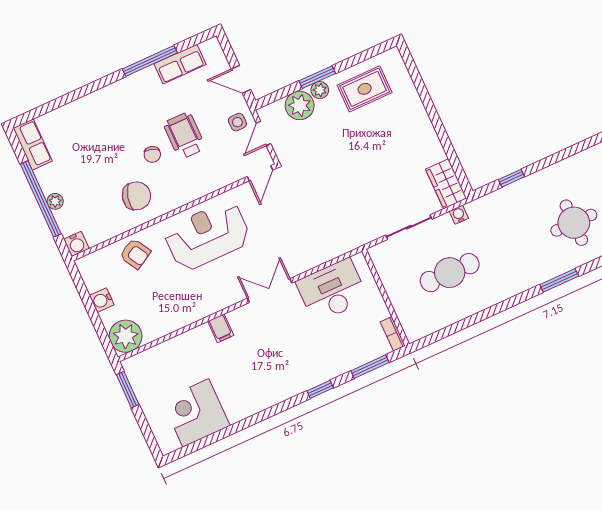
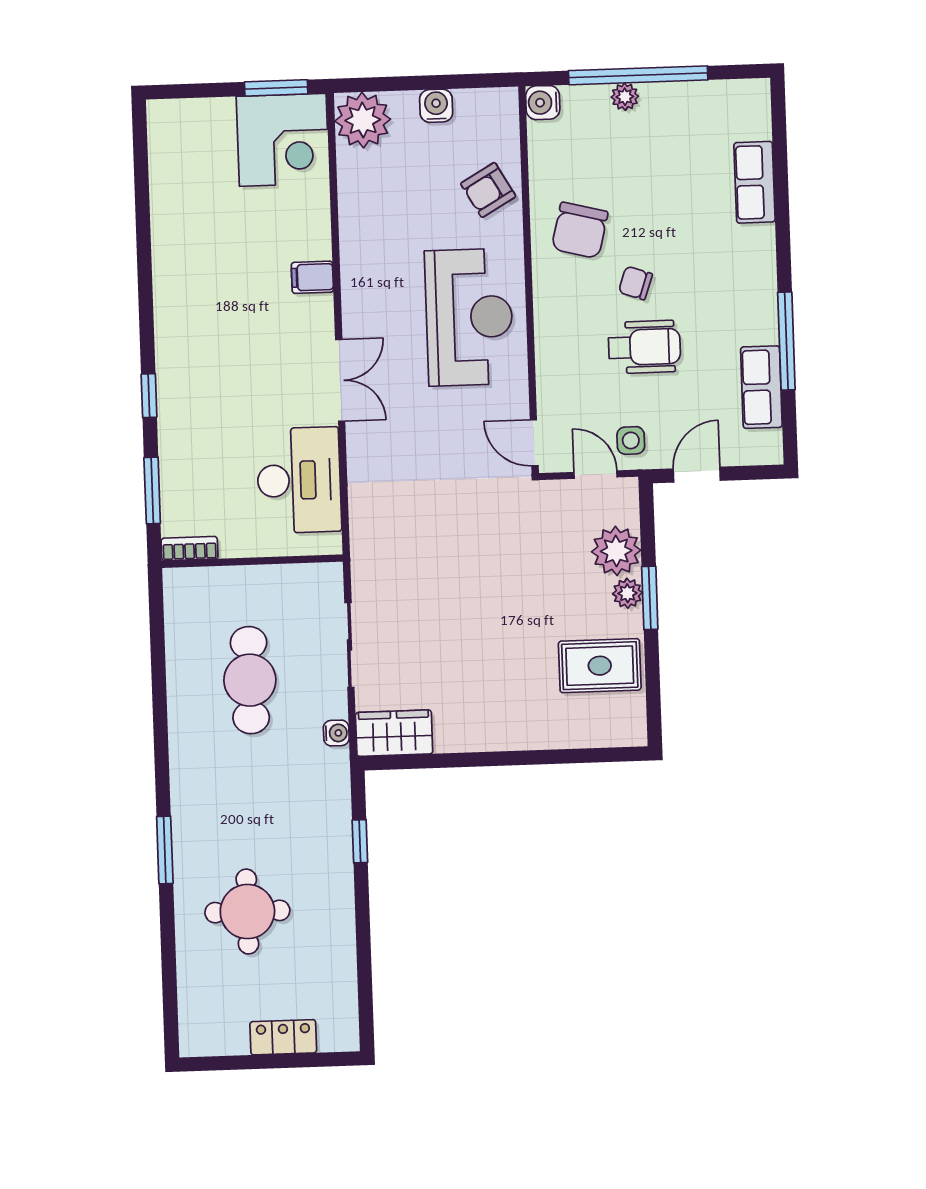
rug: (365, 89) -> (600, 666), turned 90
row of seats: (33, 144) -> (755, 182), moved, turned 90
corner desk: (196, 413) -> (283, 140), moved, turned 90

